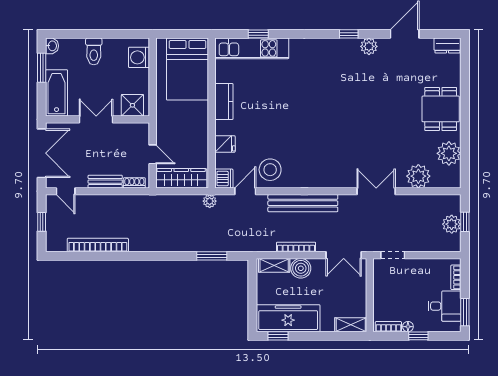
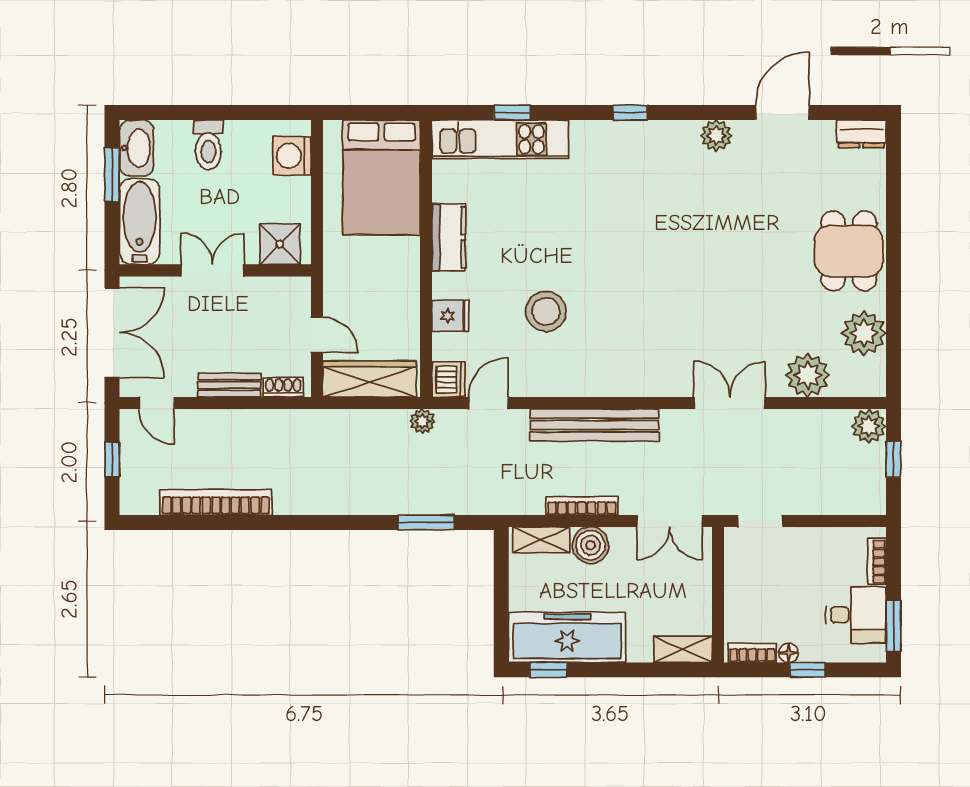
window: (349, 34) -> (630, 113), moved
washbasin: (52, 46) -> (137, 148), width x1.91, depth x1.45
stool: (270, 170) -> (546, 311), moved
plant: (452, 224) -> (869, 426), moved

